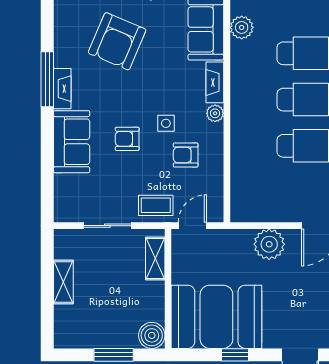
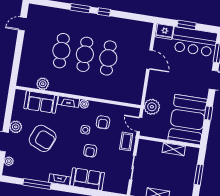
armchair: (117, 41) -> (43, 138), moved
window: (47, 79) -> (37, 184), moved
plant: (269, 244) -> (152, 107), moved
shelving: (155, 259) -> (174, 149), moved
boiler: (152, 335) -> (192, 154), removed

